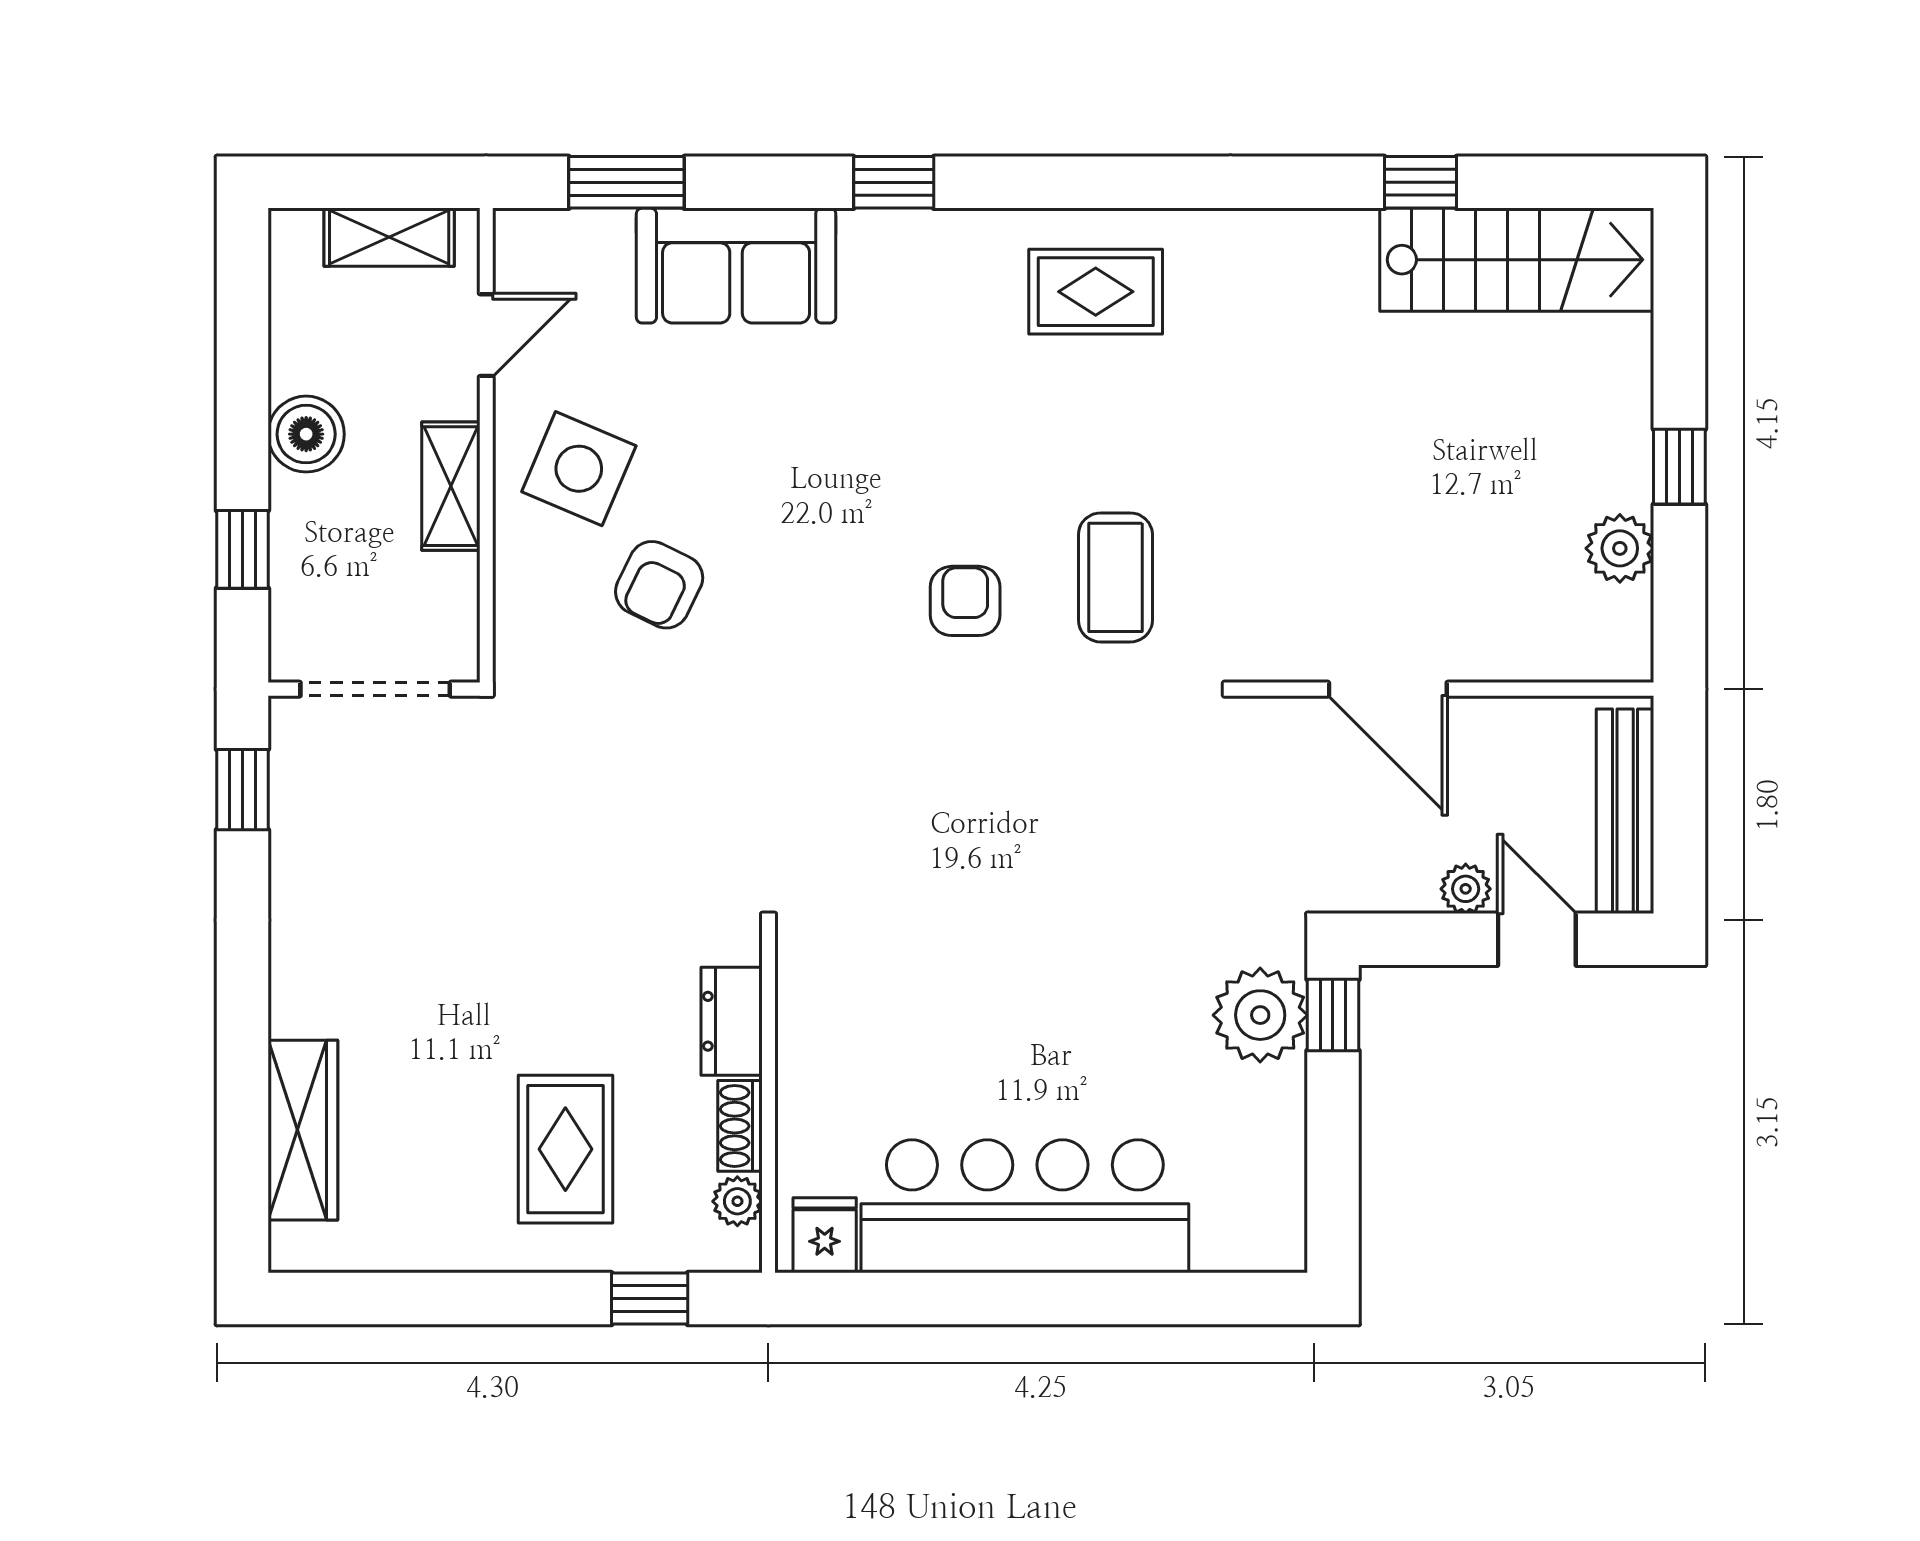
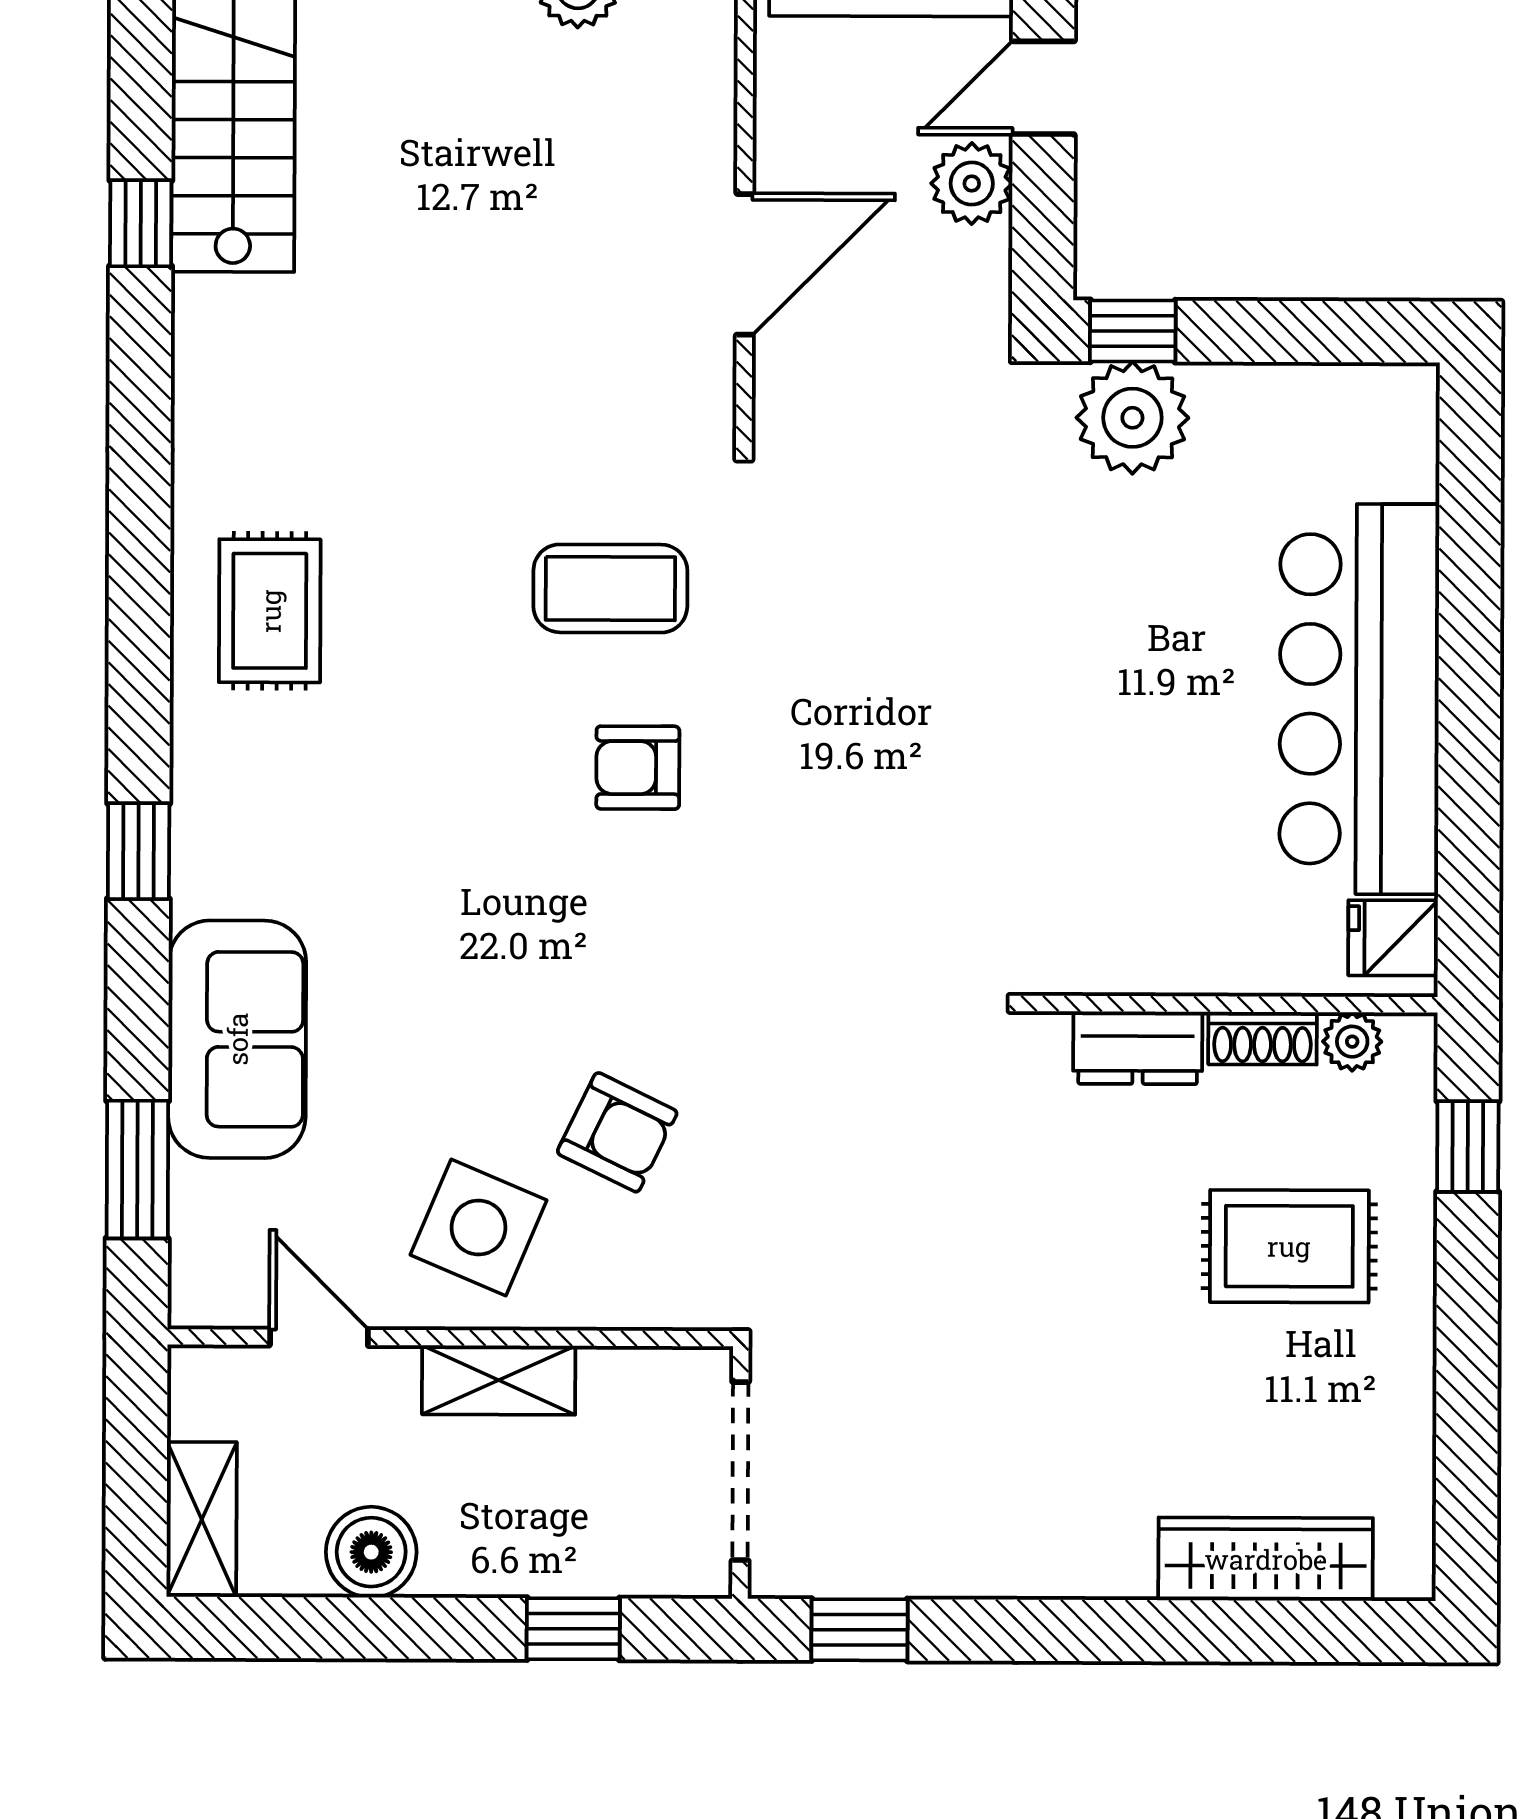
shelving: (389, 237) -> (202, 1519), moved
boiler: (306, 434) -> (371, 1552), moved
plant: (1466, 889) -> (972, 184), width x1.38, depth x1.38

